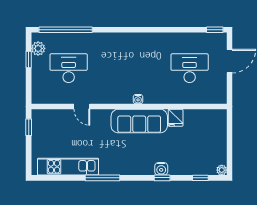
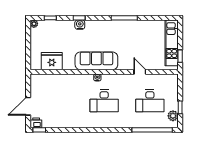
printer: (219, 39) -> (36, 123), added
desk: (190, 68) -> (104, 101), moved
fridge: (176, 118) -> (52, 61), moved, width x1.88, depth x1.34
kitchen unit: (68, 167) -> (172, 43), moved, turned 90

